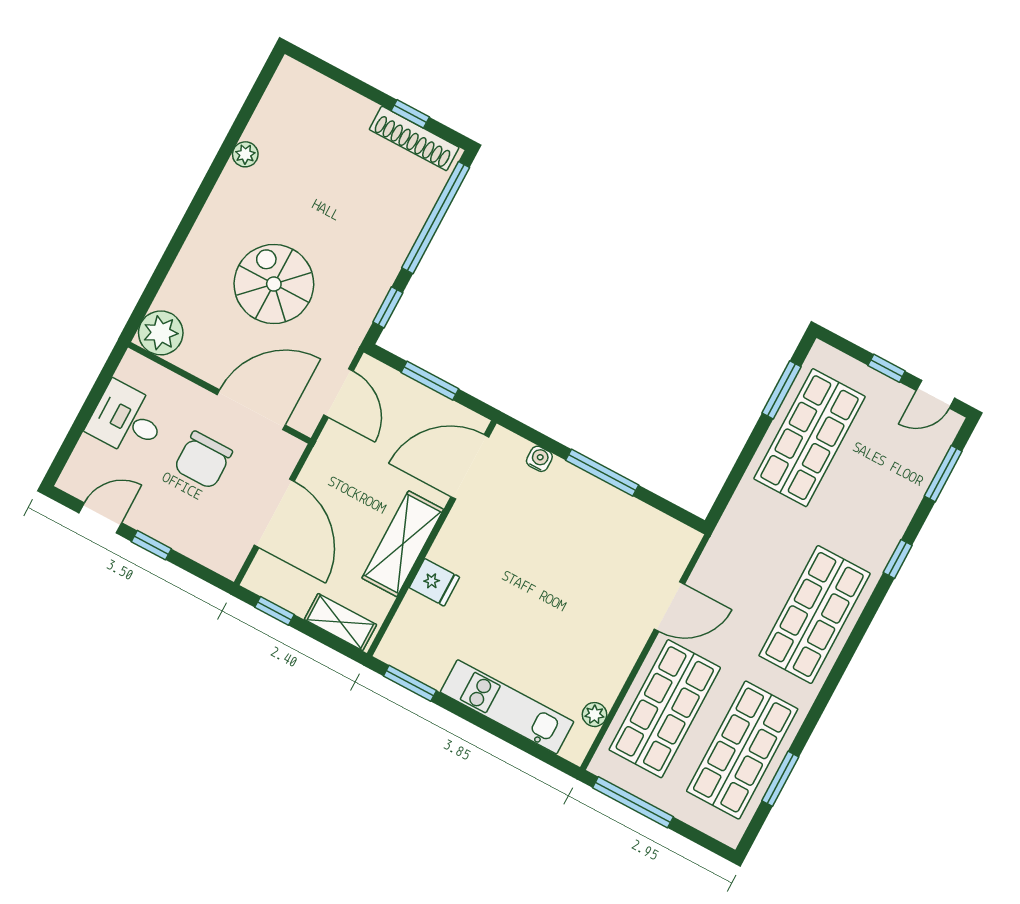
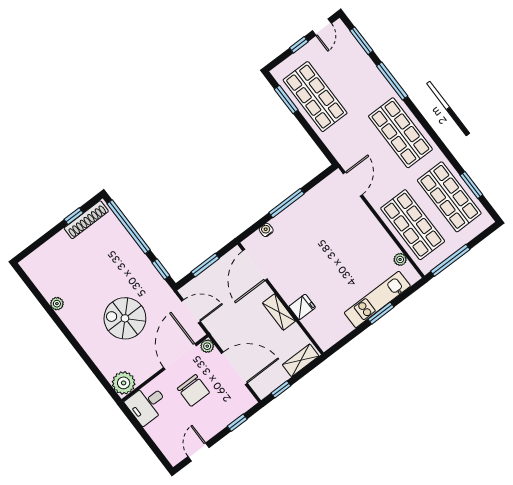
desk: (127, 420) -> (147, 404), moved
plant: (291, 449) -> (207, 346), added
shelving: (403, 544) -> (279, 312), width x0.67, depth x0.75
window: (151, 545) -> (237, 423), moved
window: (898, 559) -> (392, 81), width x2.17
door: (669, 607) -> (353, 184), moved
window: (410, 683) -> (381, 313), moved

